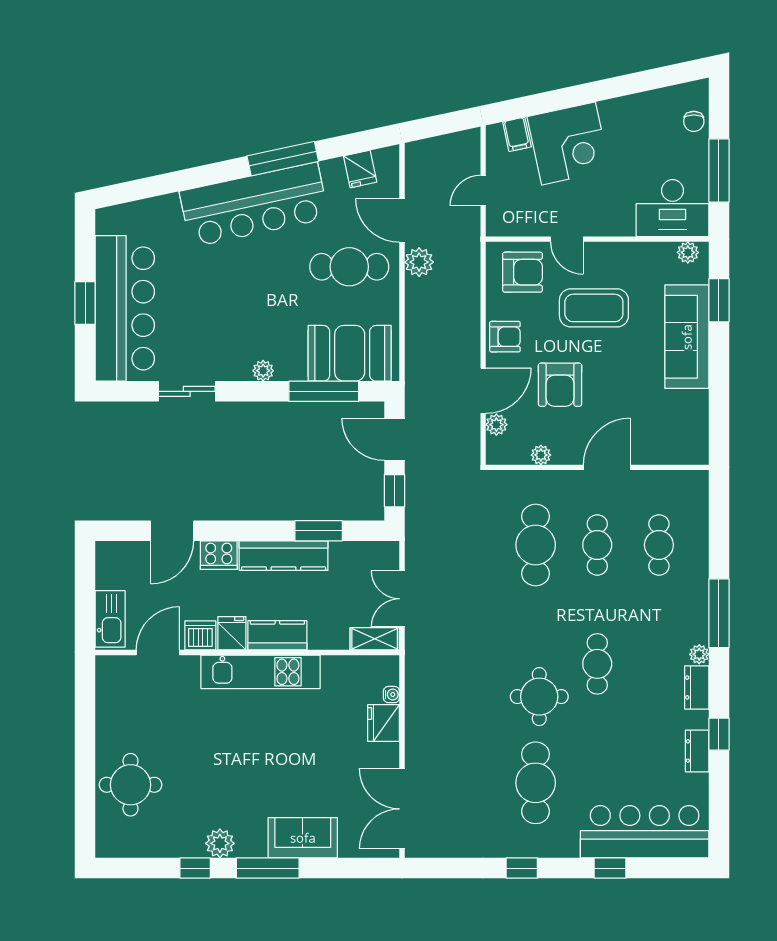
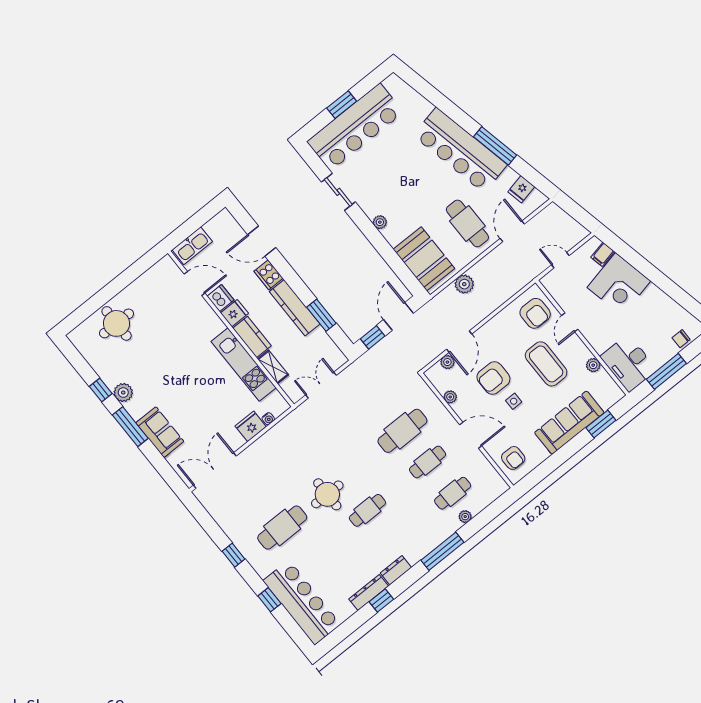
plant: (688, 252) -> (593, 365), moved
plant: (419, 262) -> (464, 284), moved
armchair: (505, 337) -> (513, 458), moved
side table: (607, 383) -> (514, 401), added
window: (324, 391) -> (394, 261), removed
door: (483, 391) -> (459, 342), hinge flipped
shelving: (375, 639) -> (273, 367), moved
plant: (699, 654) -> (465, 517), moved
kitchen unit: (261, 672) -> (244, 365), moved
dresser: (697, 751) -> (369, 593), width x1.44

